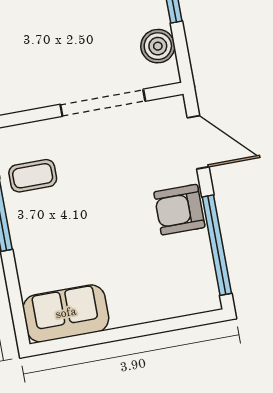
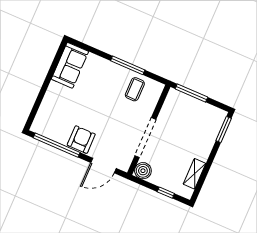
boiler: (158, 46) -> (143, 171), moved

